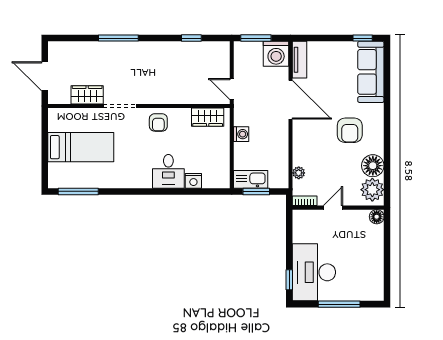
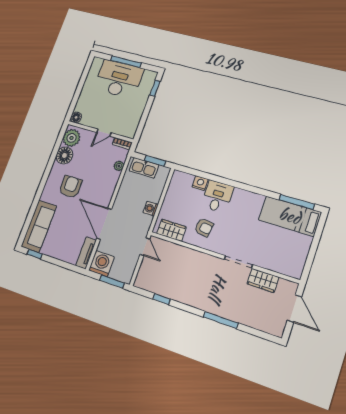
armchair: (158, 122) -> (204, 227), moved, turned 98
bed: (81, 147) -> (290, 216), moved
kitchen sink: (251, 179) -> (144, 168), moved
desk: (314, 272) -> (119, 79), moved, turned -90

